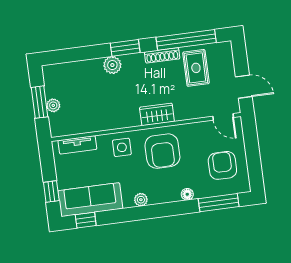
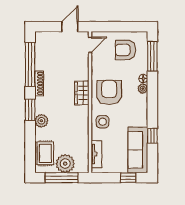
rug: (196, 68) -> (45, 153), moved, turned 90
window: (40, 102) -> (62, 178), width x1.44
plant: (53, 105) -> (65, 164), width x1.88, depth x1.88
armchair: (162, 151) -> (109, 92), turned -90
plant: (141, 200) -> (143, 89), moved
window: (86, 220) -> (152, 136), moved

